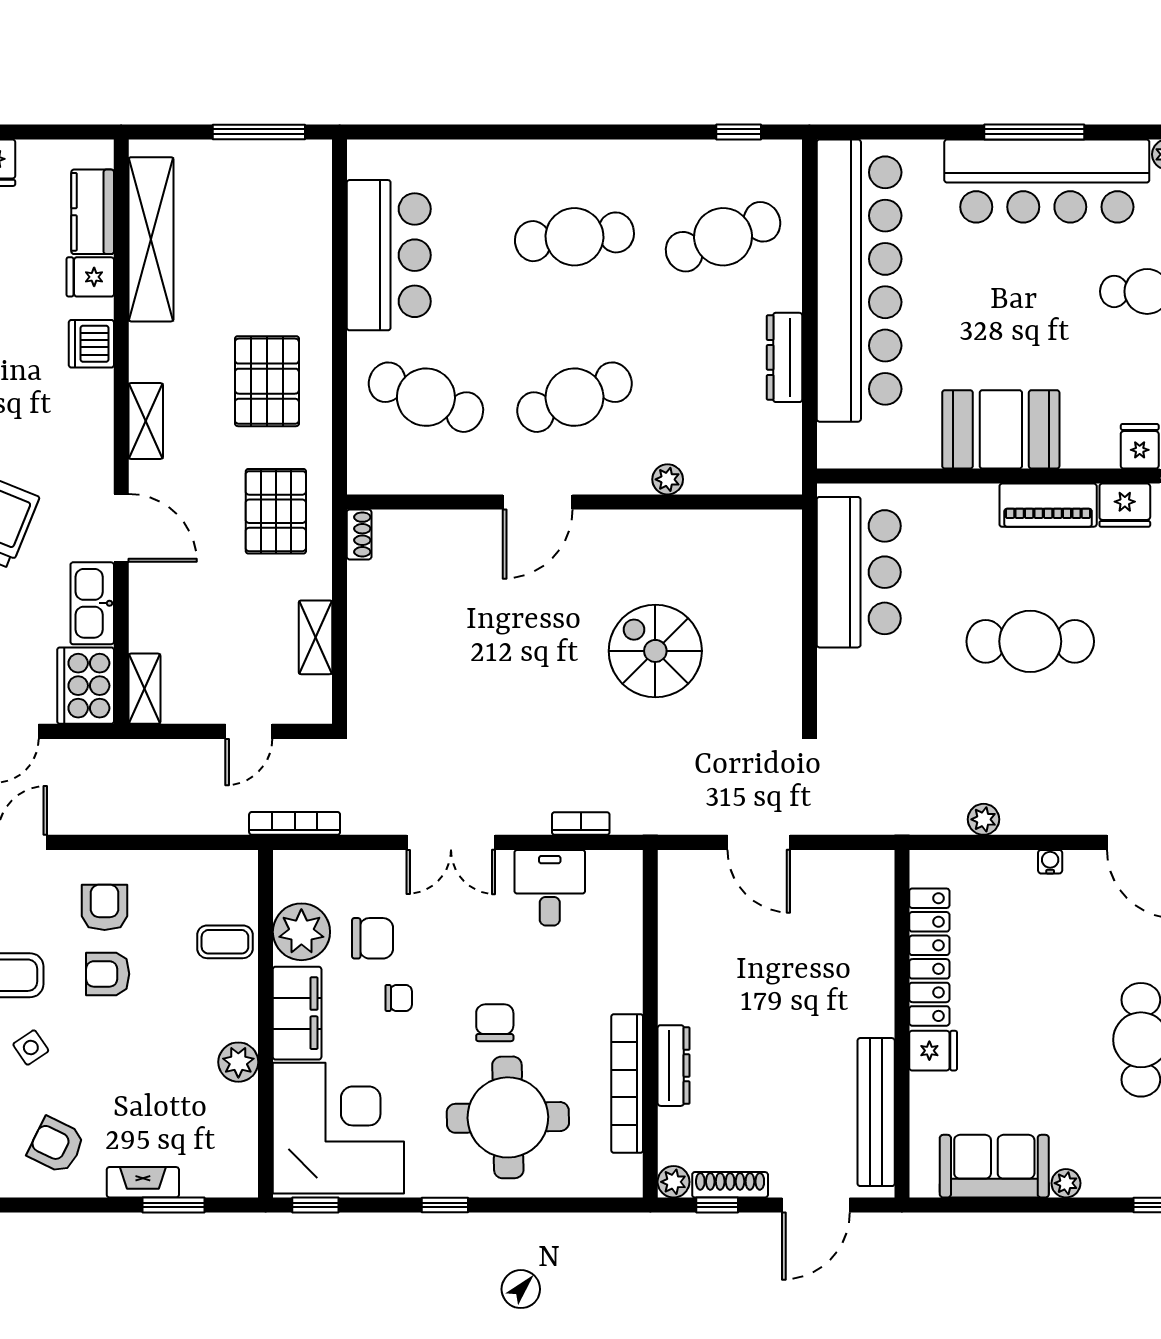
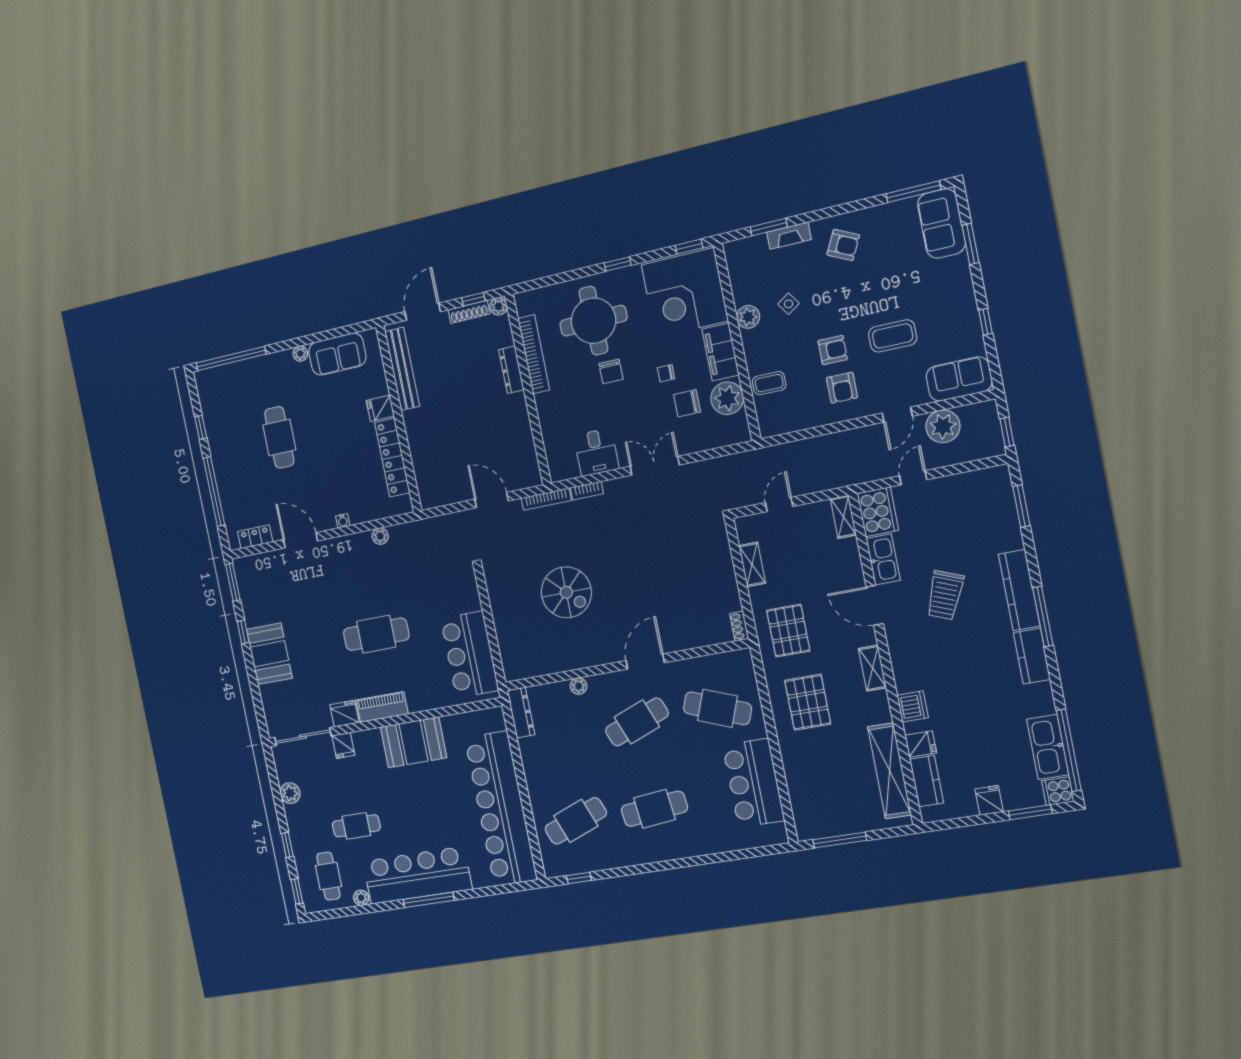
dresser: (785, 357) -> (521, 713), moved
bookcase: (295, 823) -> (546, 499), moved
side table: (31, 1048) -> (788, 304), moved

